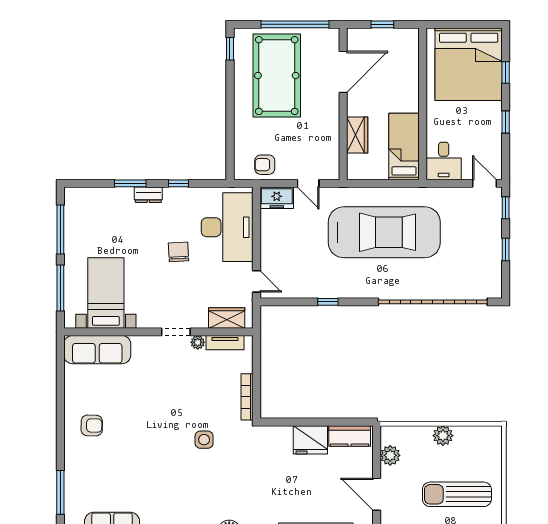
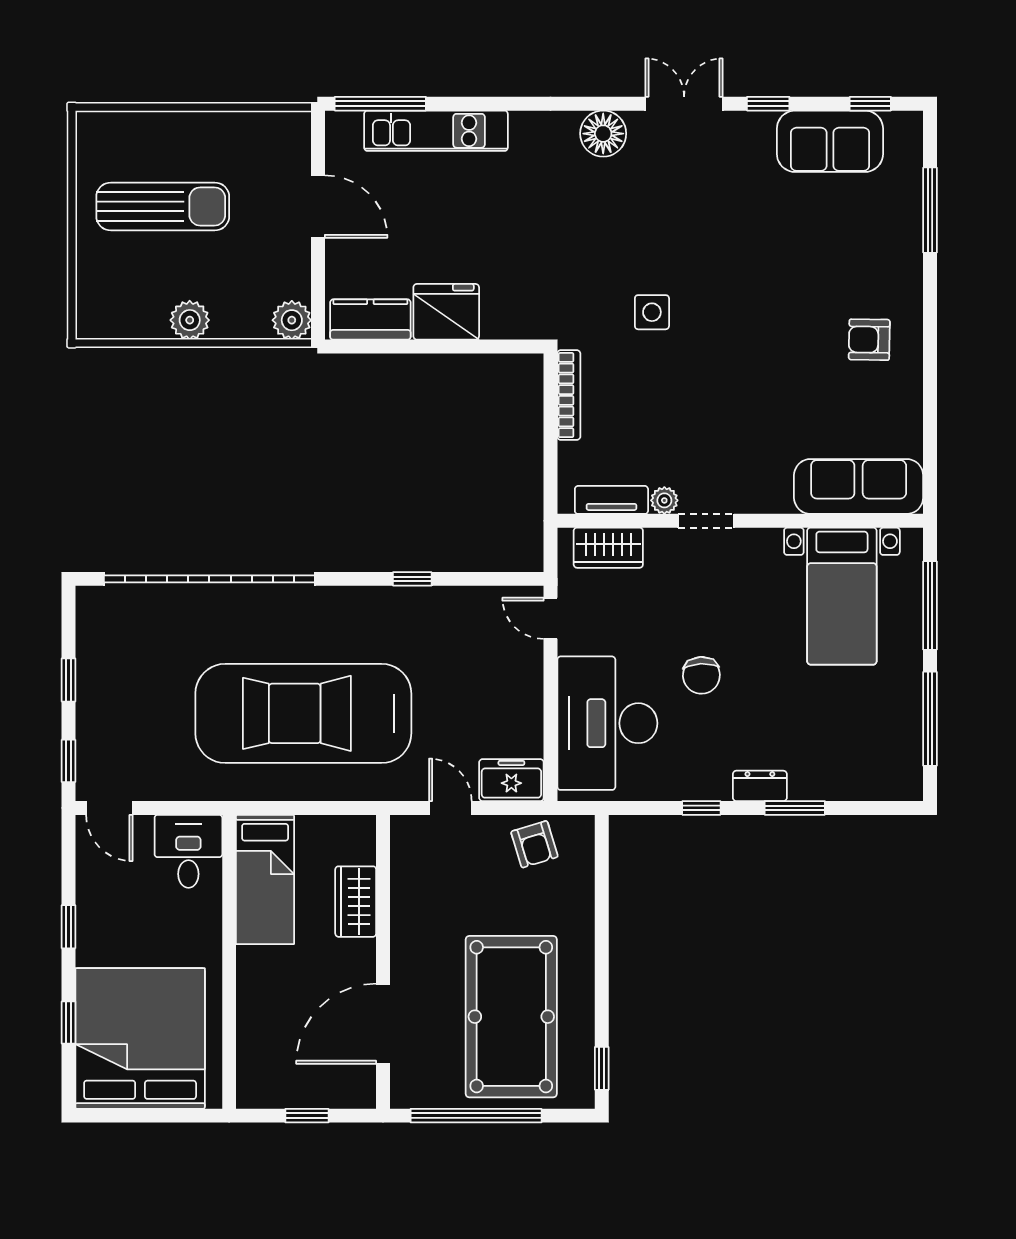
armchair: (265, 165) -> (534, 844), turned 73
plant: (390, 455) -> (292, 320), moved

